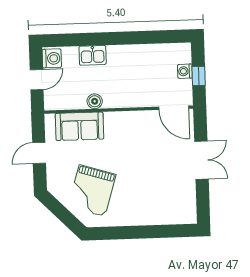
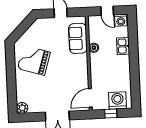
washing machine: (185, 71) -> (117, 101), width x1.89, depth x1.89
grand piano: (92, 191) -> (34, 60), moved
plant: (188, 215) -> (22, 108), added

